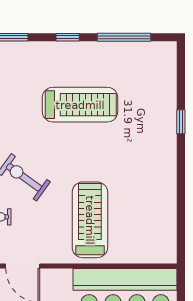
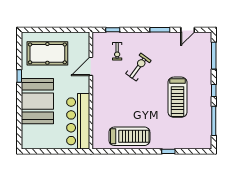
treadmill: (90, 220) -> (129, 136), moved

